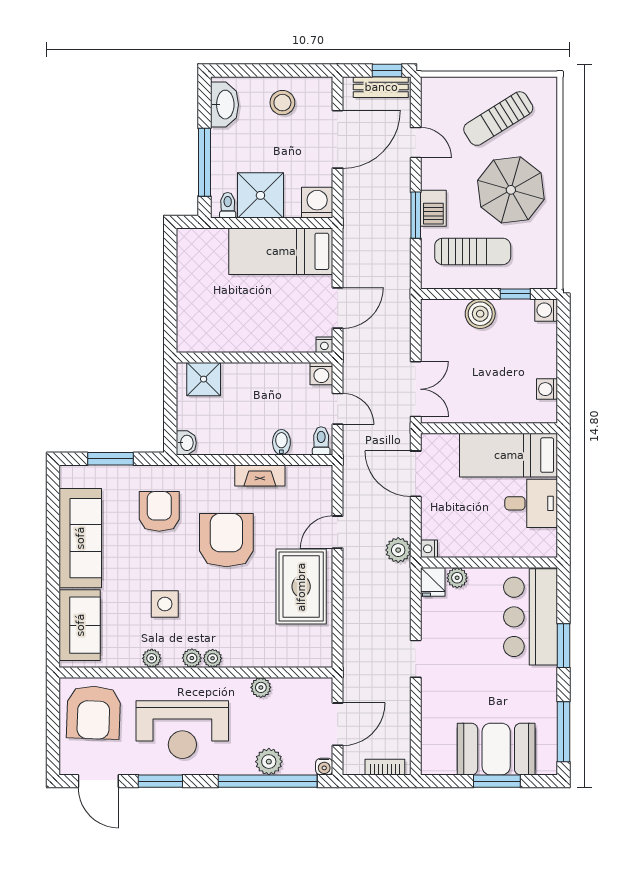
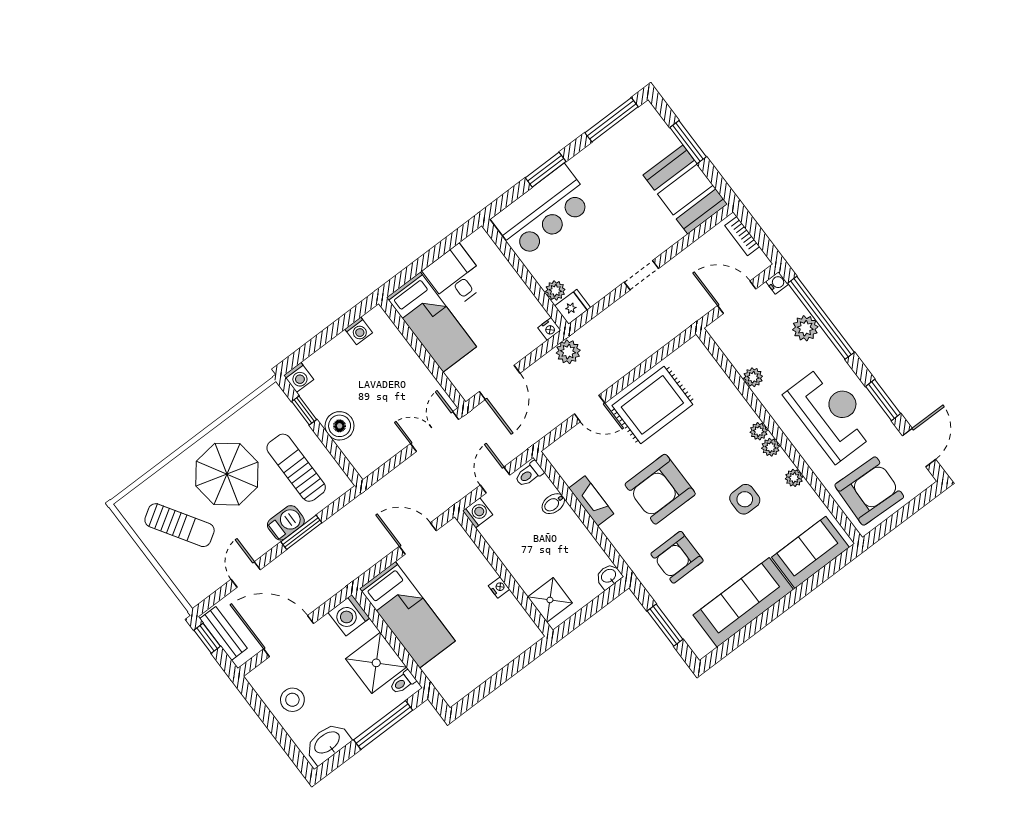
nightstand: (324, 345) -> (499, 587), moved
booth: (496, 749) -> (685, 190), moved

